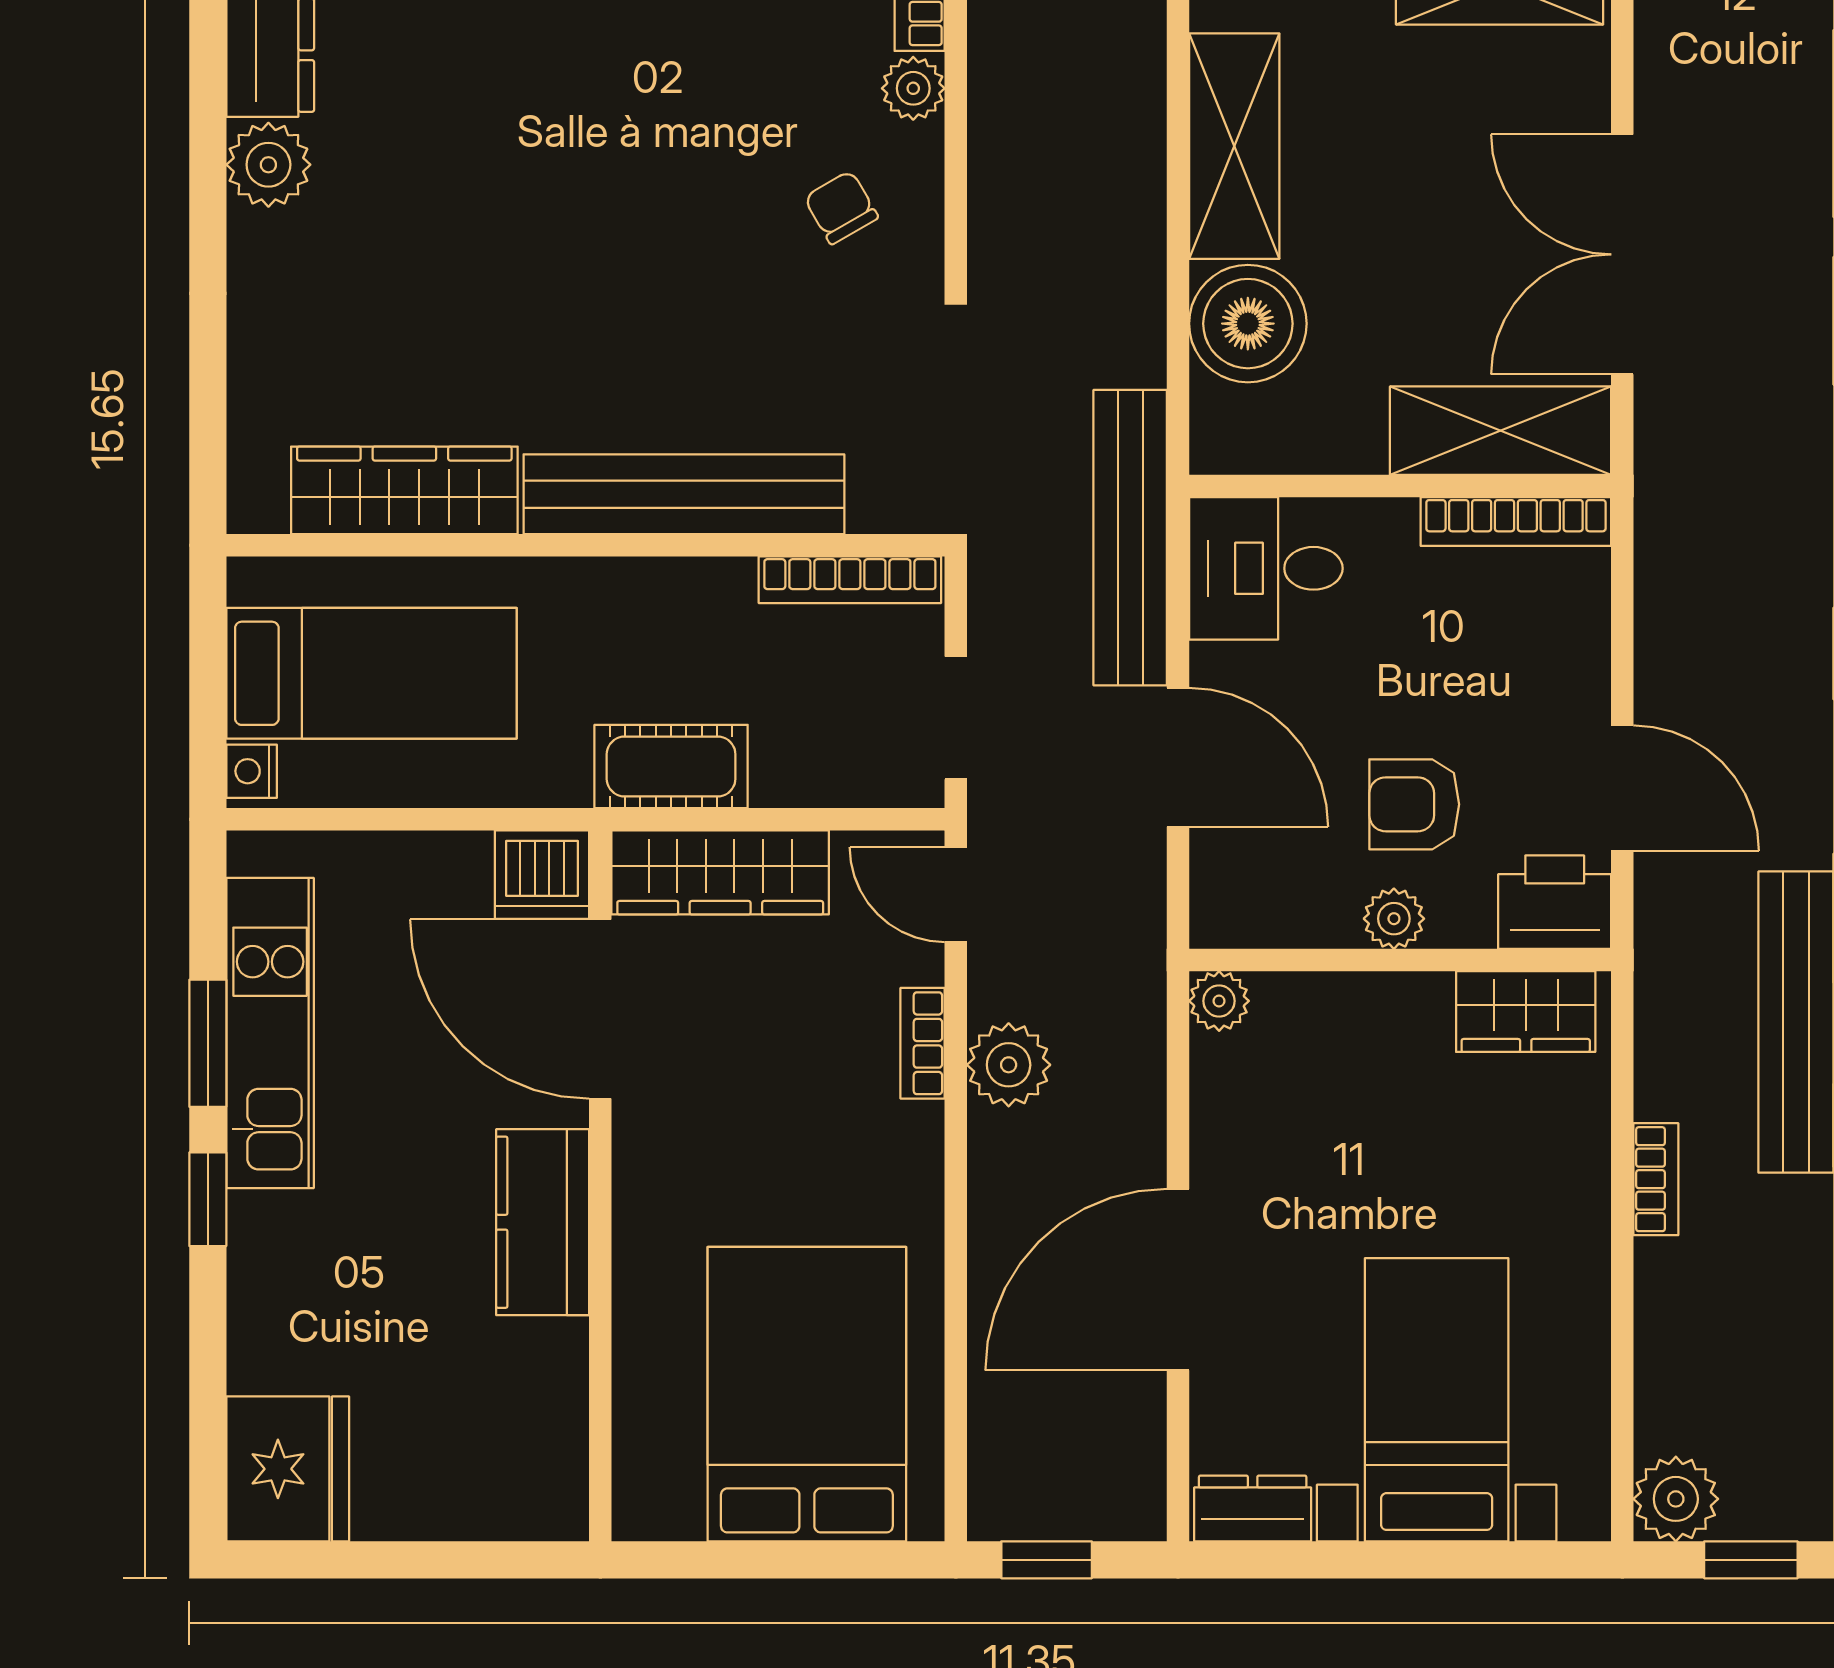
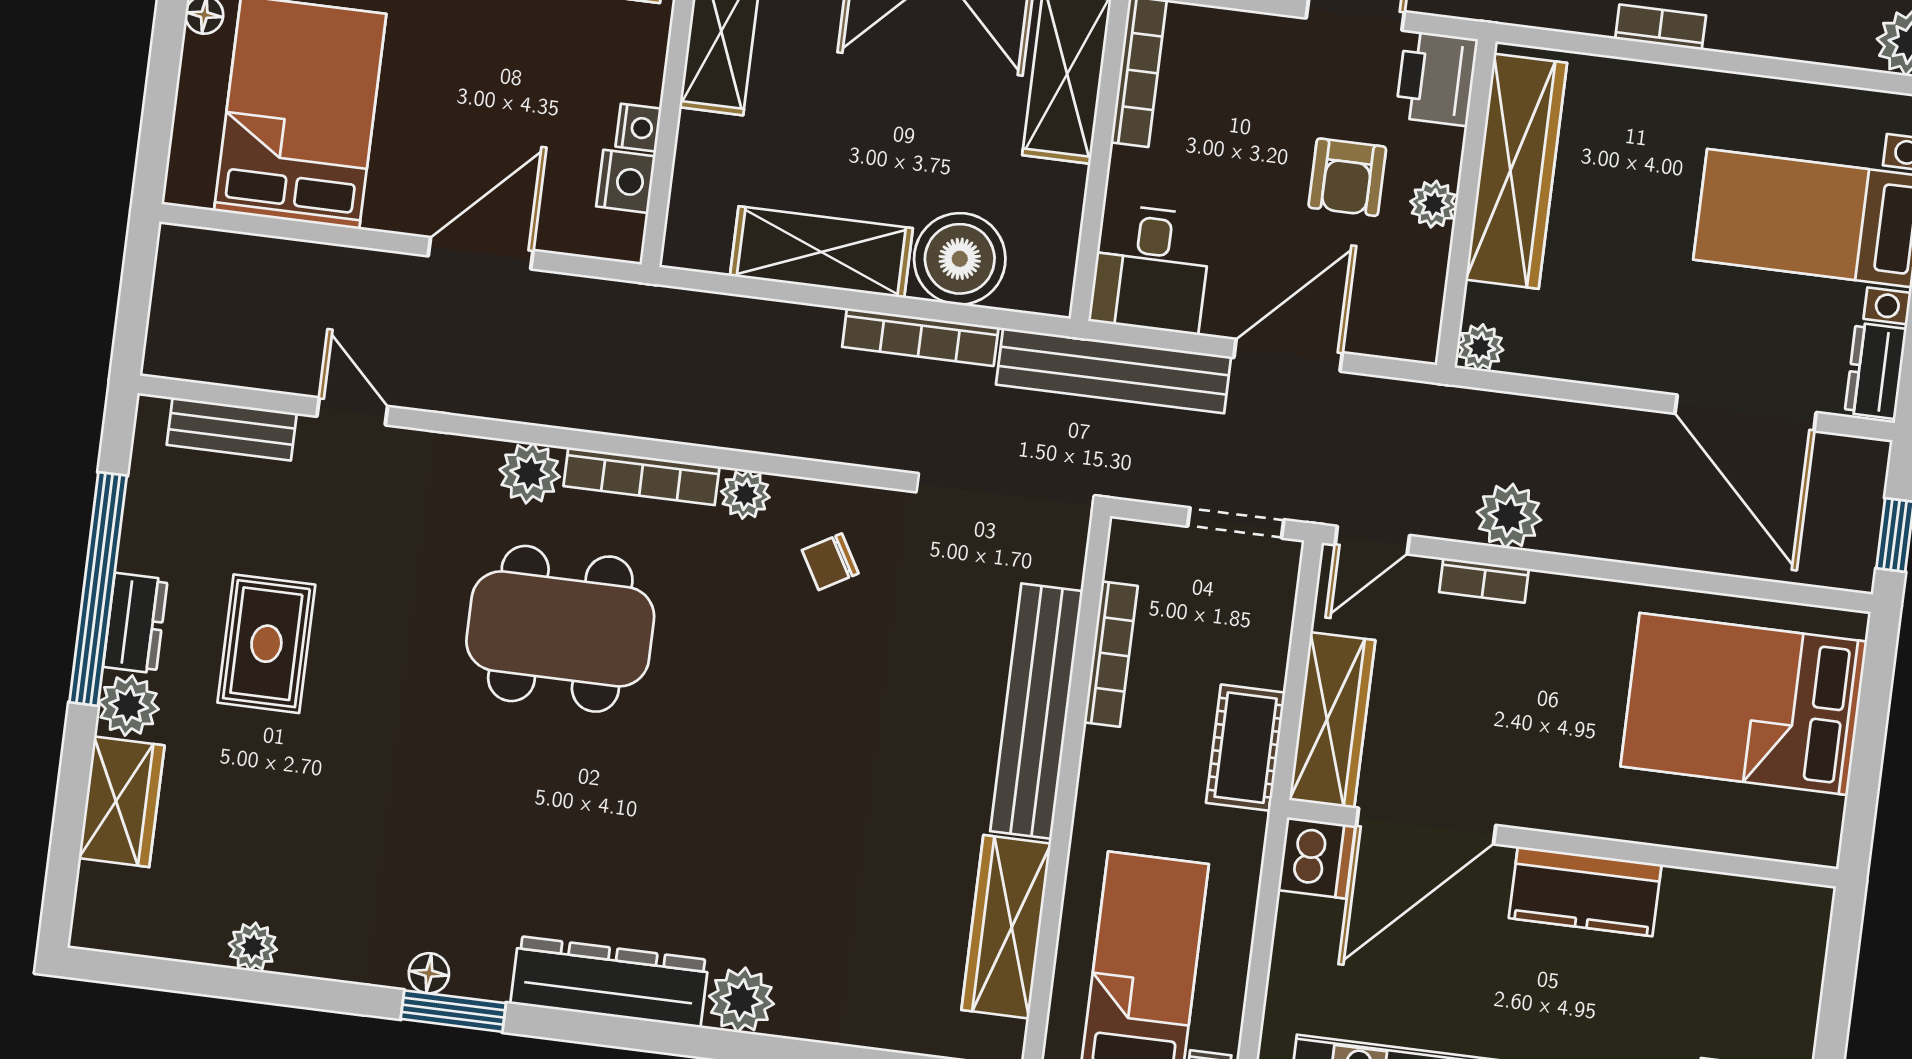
bookcase: (1142, 286) -> (920, 337), added
bookcase: (850, 580) -> (1111, 654), moved
wardrobe: (1526, 1012) -> (1516, 171), width x2.10, depth x1.17
door: (1178, 1280) -> (1746, 413), moved

